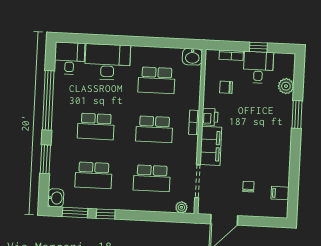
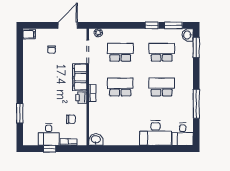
school desk: (157, 80) -> (120, 122), removed
plant: (286, 86) -> (29, 122), removed
window: (48, 100) -> (196, 104), width x0.68
window: (297, 114) -> (20, 113), moved
window: (45, 159) -> (196, 47), moved
filing cabinet: (280, 193) -> (29, 34), moved

